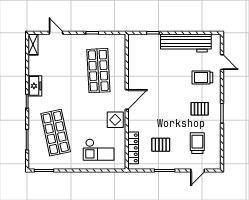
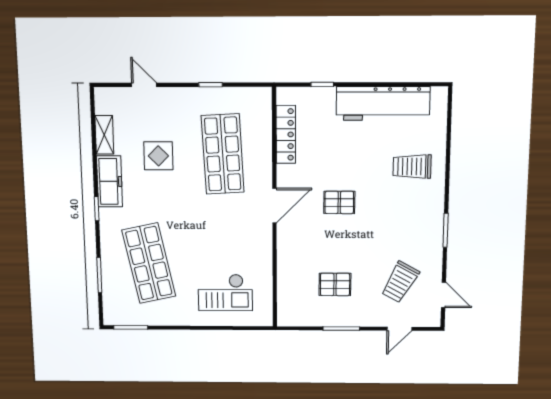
shelving: (33, 44) -> (104, 135), moved
door: (222, 62) -> (443, 295), moved
freezer: (35, 86) -> (109, 181), width x1.40
pallet: (200, 109) -> (339, 202), moved
display table: (115, 120) -> (158, 156), moved
trolley: (197, 143) -> (400, 282), turned -151
locker: (133, 148) -> (286, 134), moved

